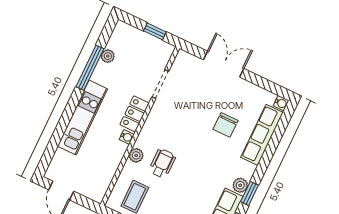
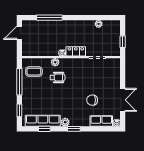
double door: (224, 64) -> (123, 100), moved
window: (90, 68) -> (49, 18), moved
kitchen unit: (83, 118) -> (61, 26), removed
row of seats: (262, 135) -> (101, 121), width x0.68
window: (250, 193) -> (74, 129), moved

